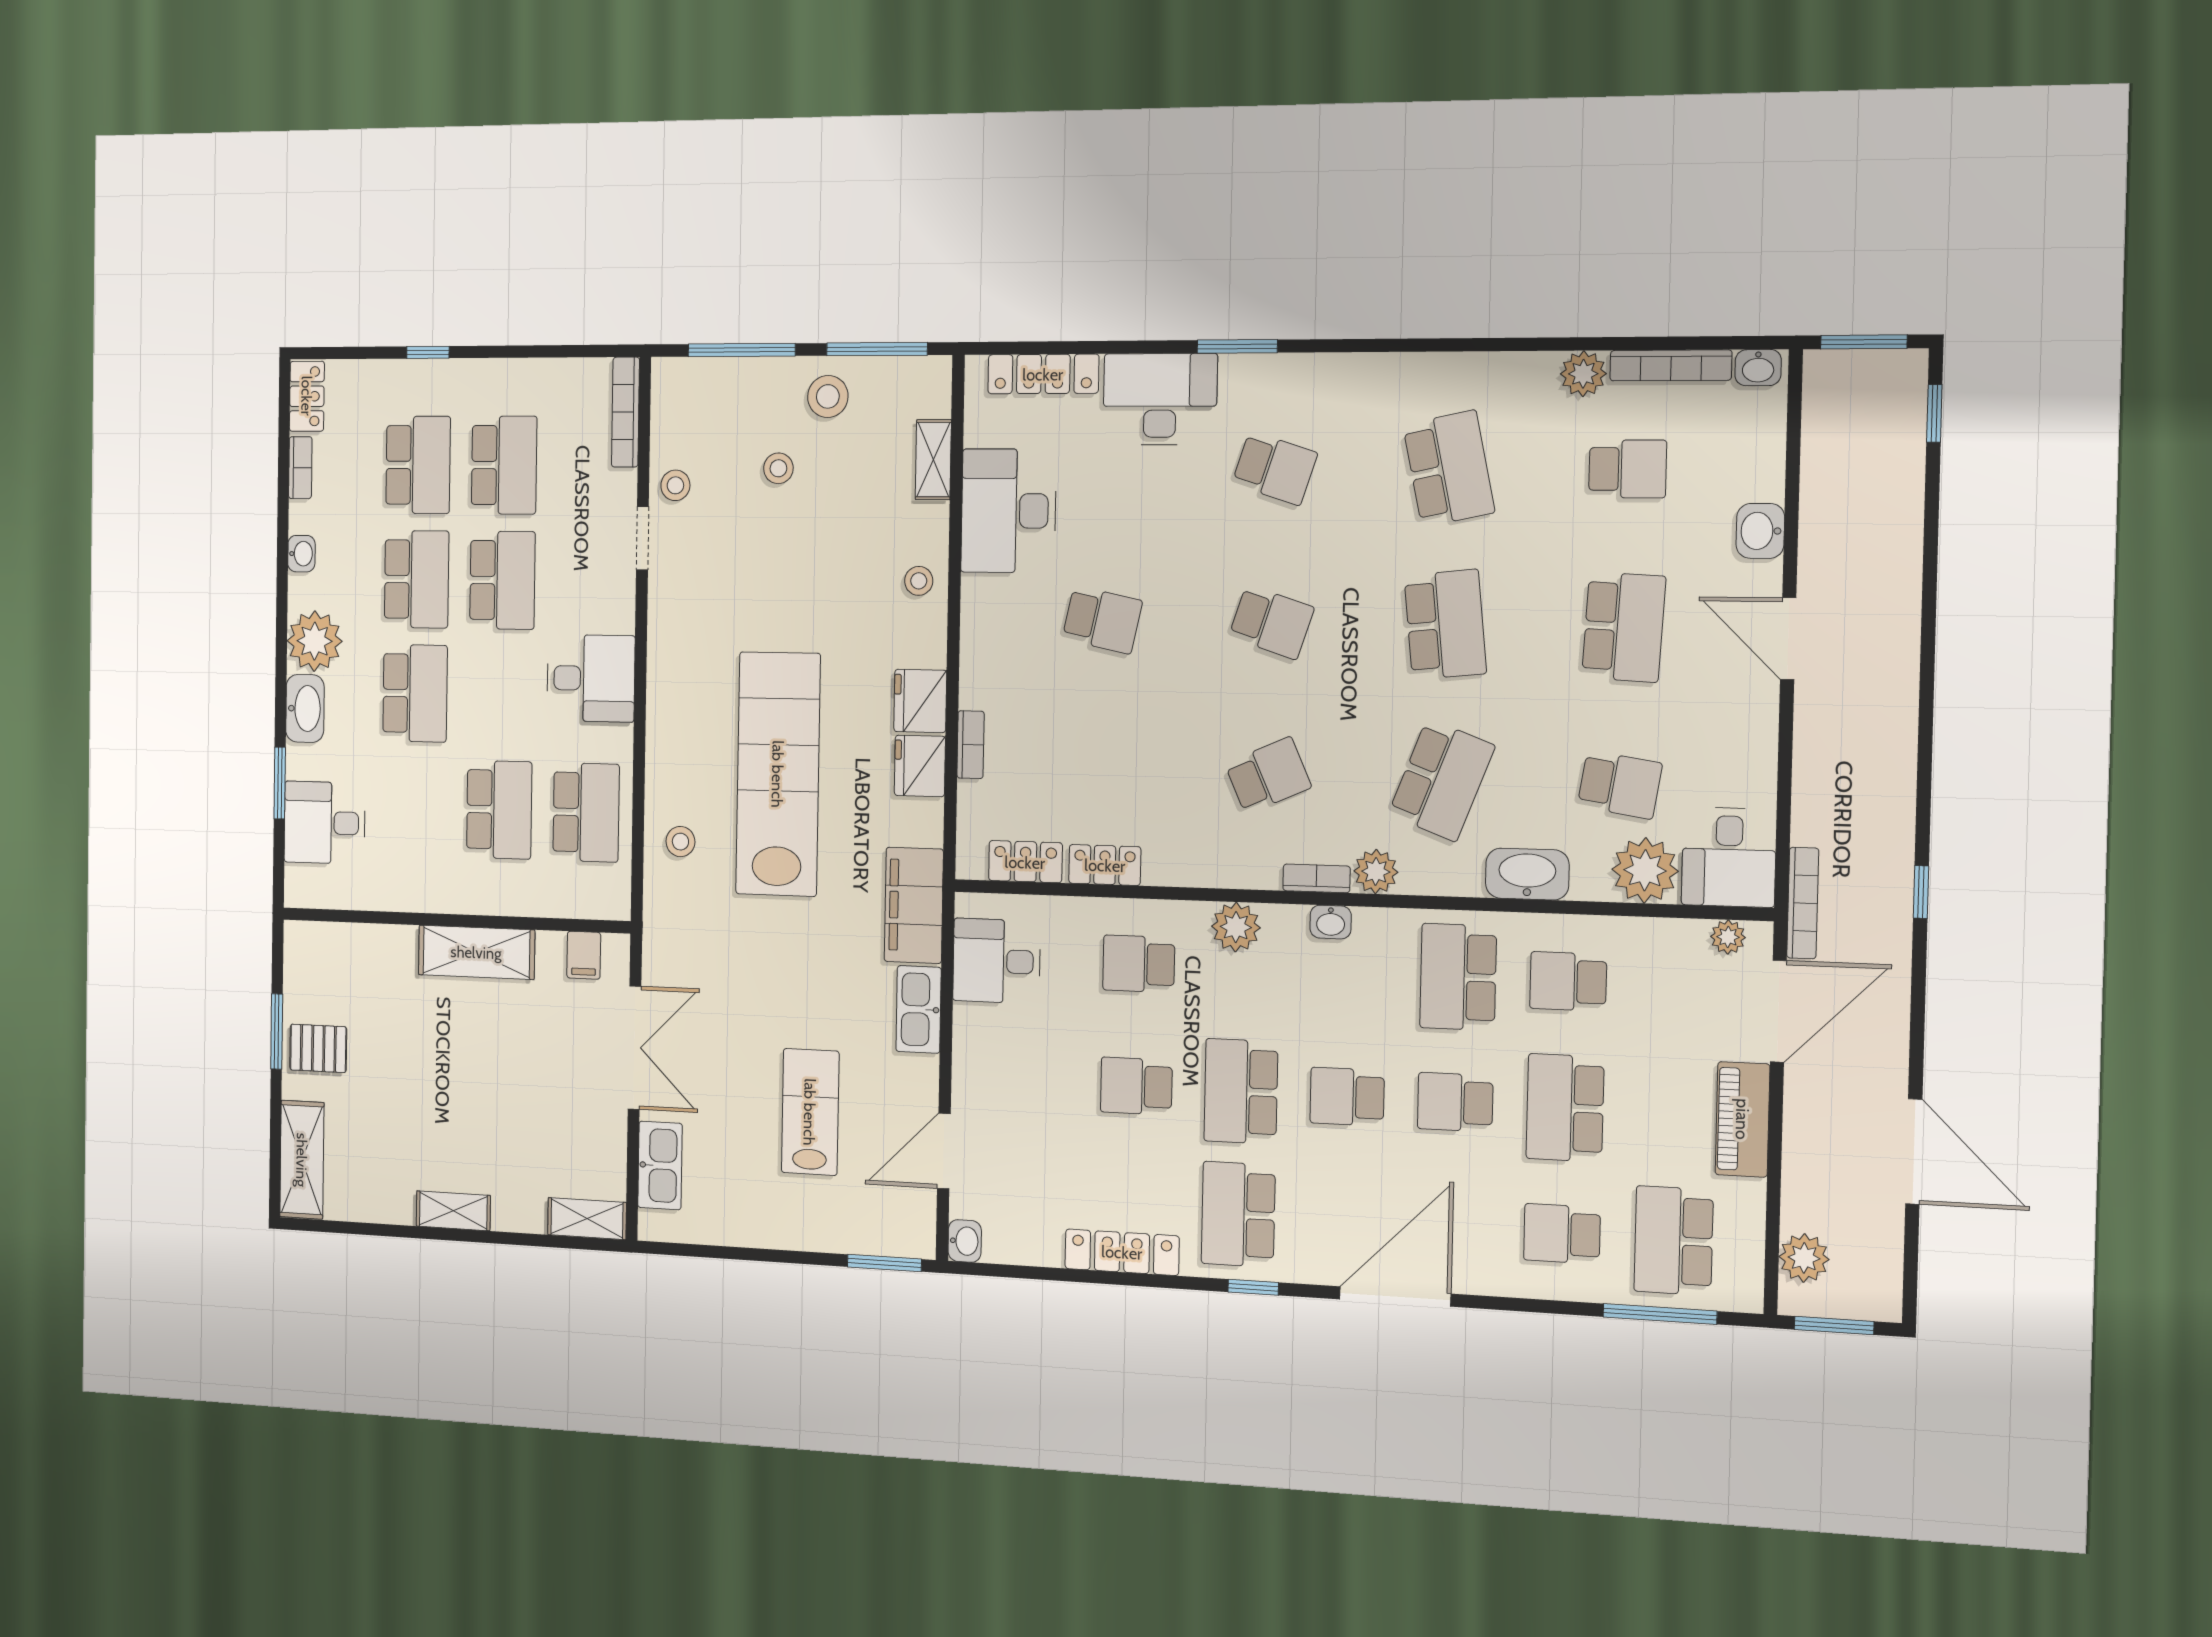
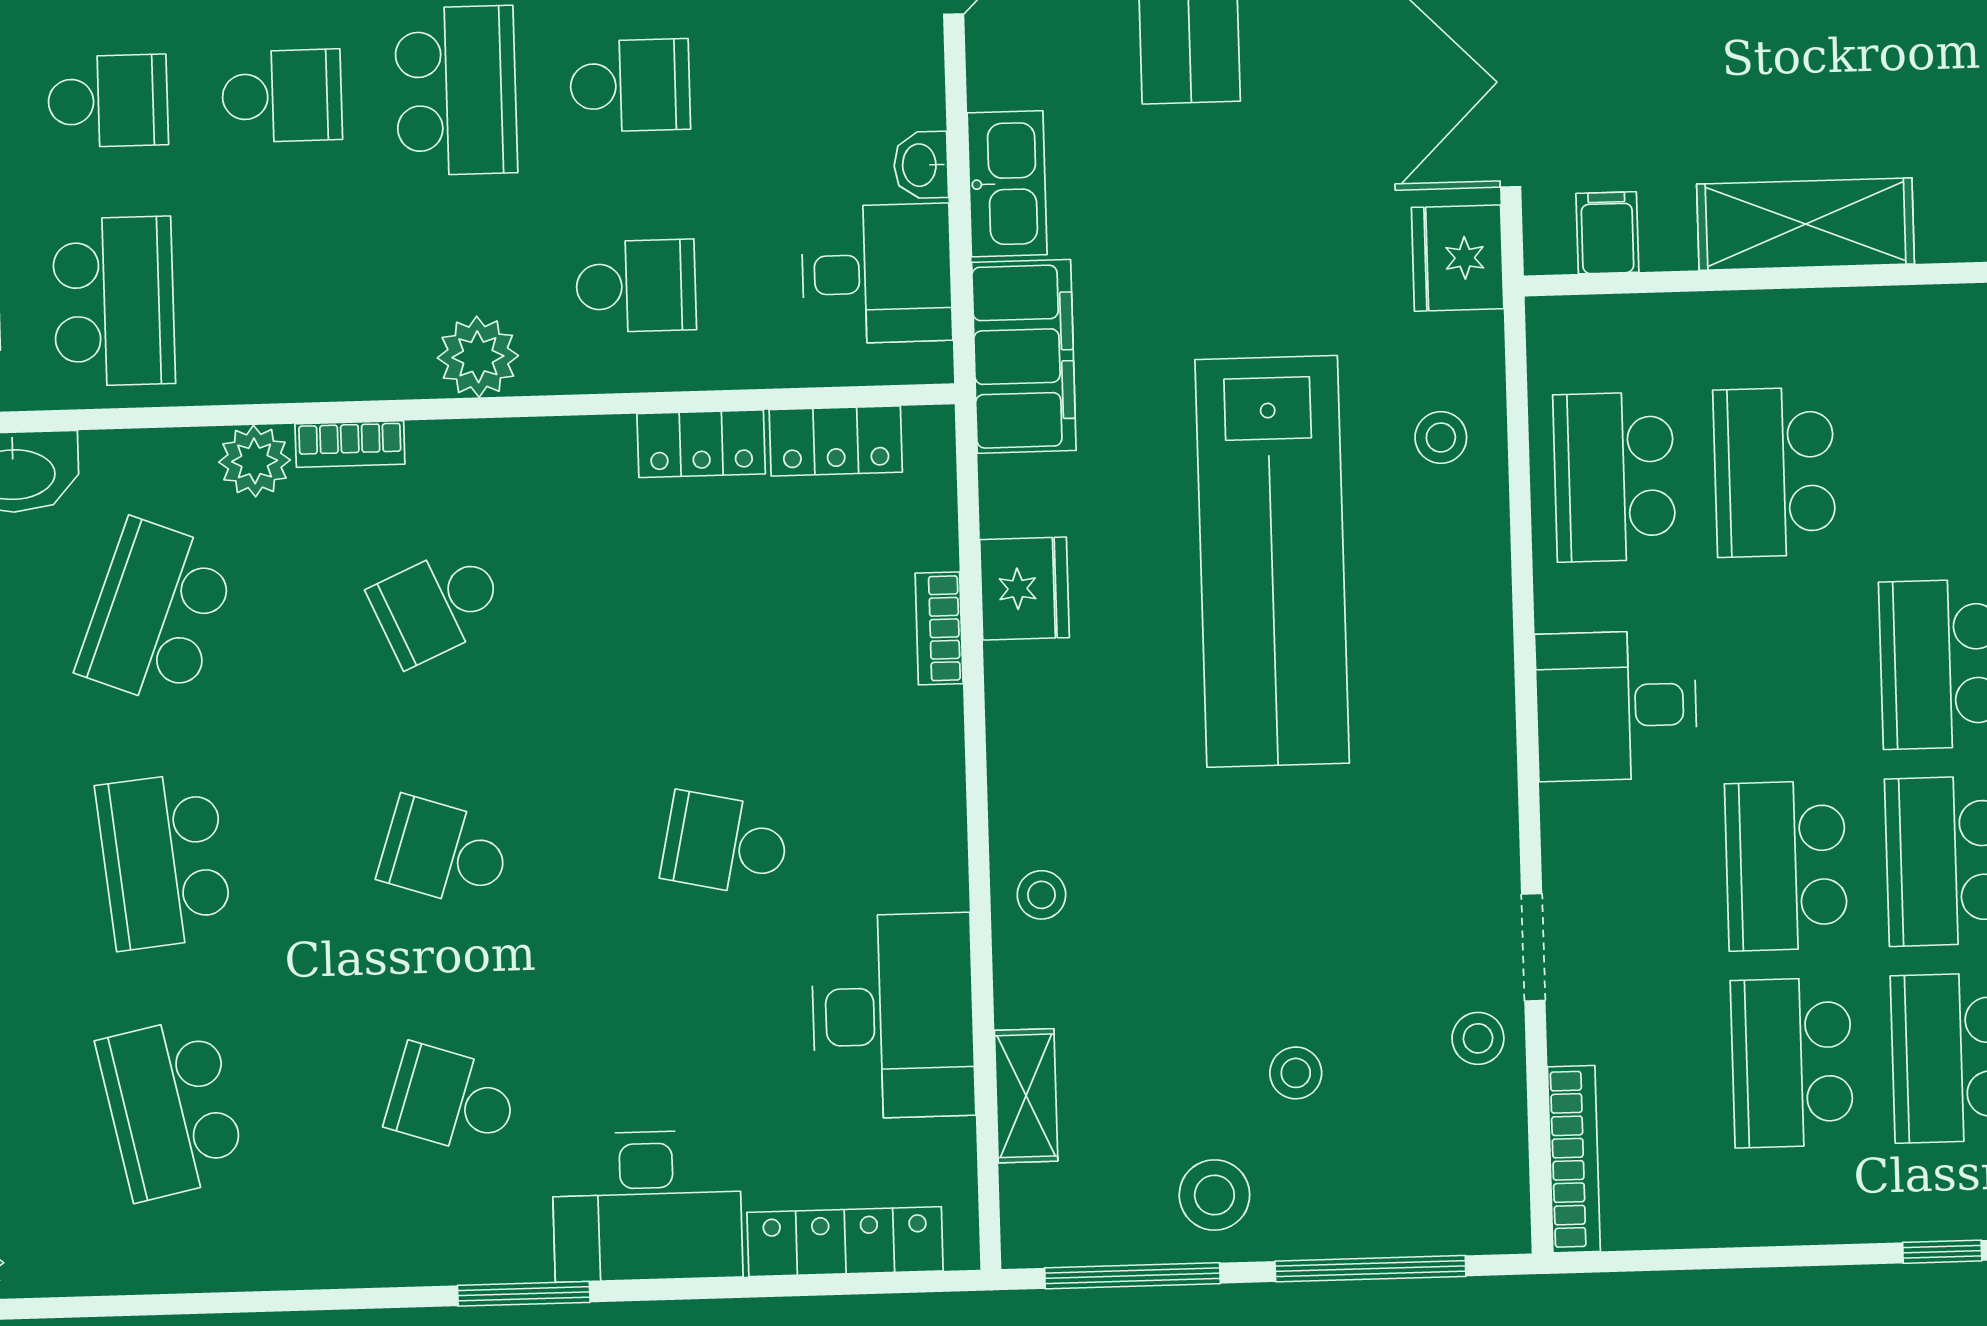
fridge: (920, 701) -> (1458, 258), moved, turned 180
washbasin: (1331, 922) -> (921, 165), moved, turned -90

